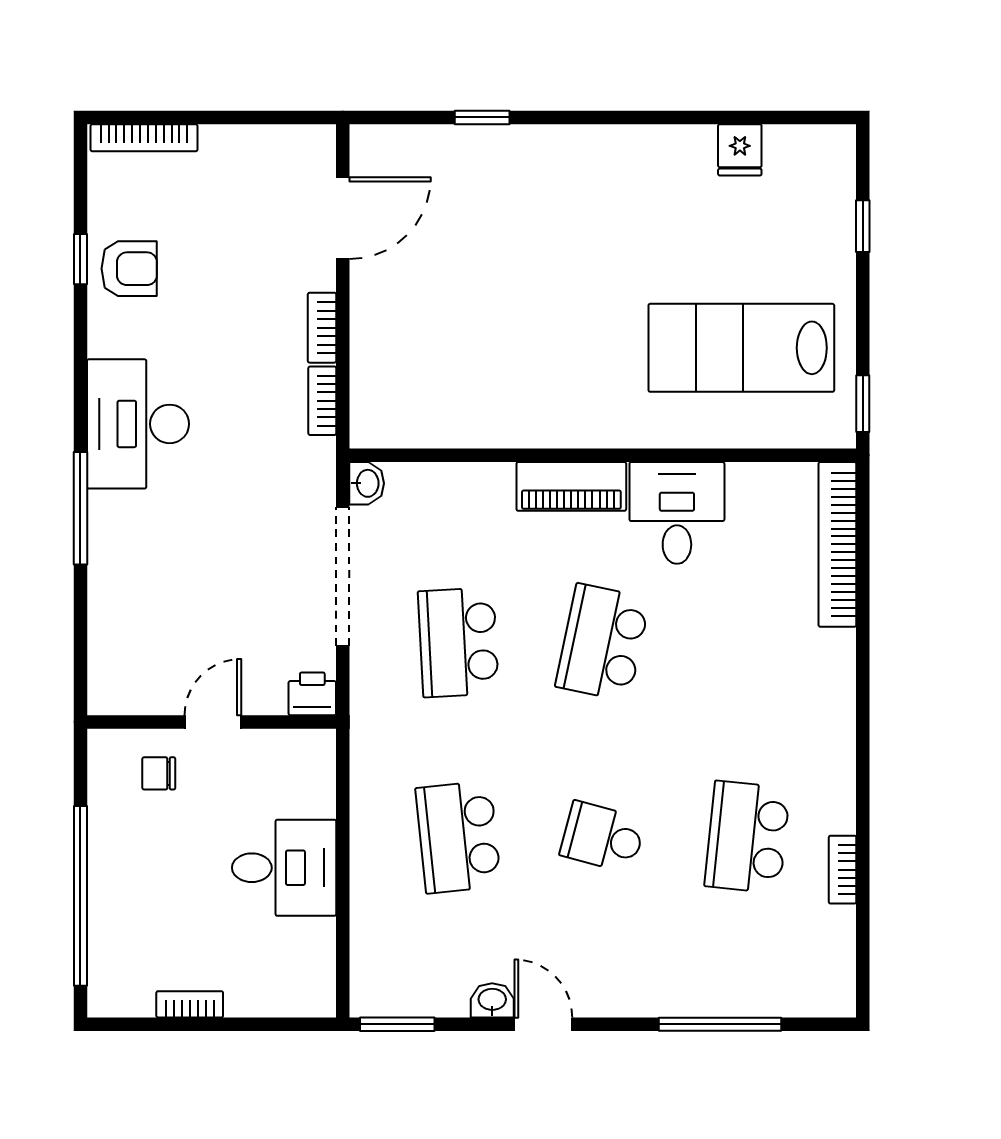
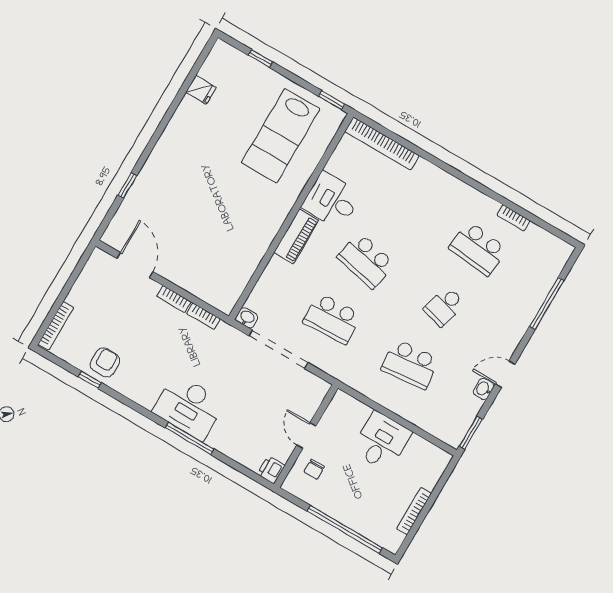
desk: (138, 424) -> (189, 407), moved
printer: (312, 694) -> (271, 470), moved
bookcase: (190, 1004) -> (414, 511), width x1.56

